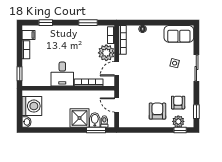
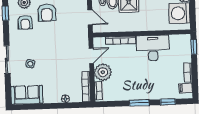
window: (88, 23) -> (139, 103), moved
desk: (62, 74) -> (153, 48), width x1.37

